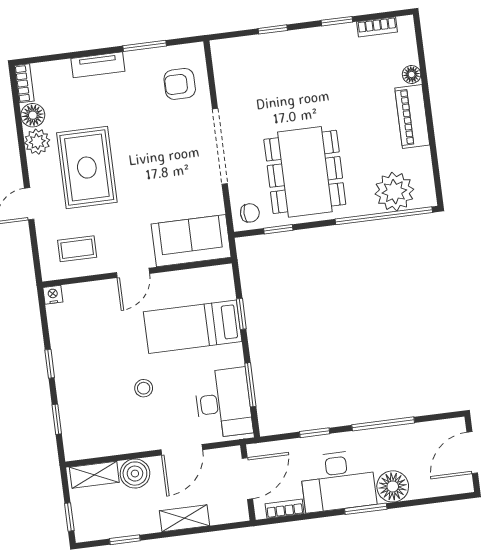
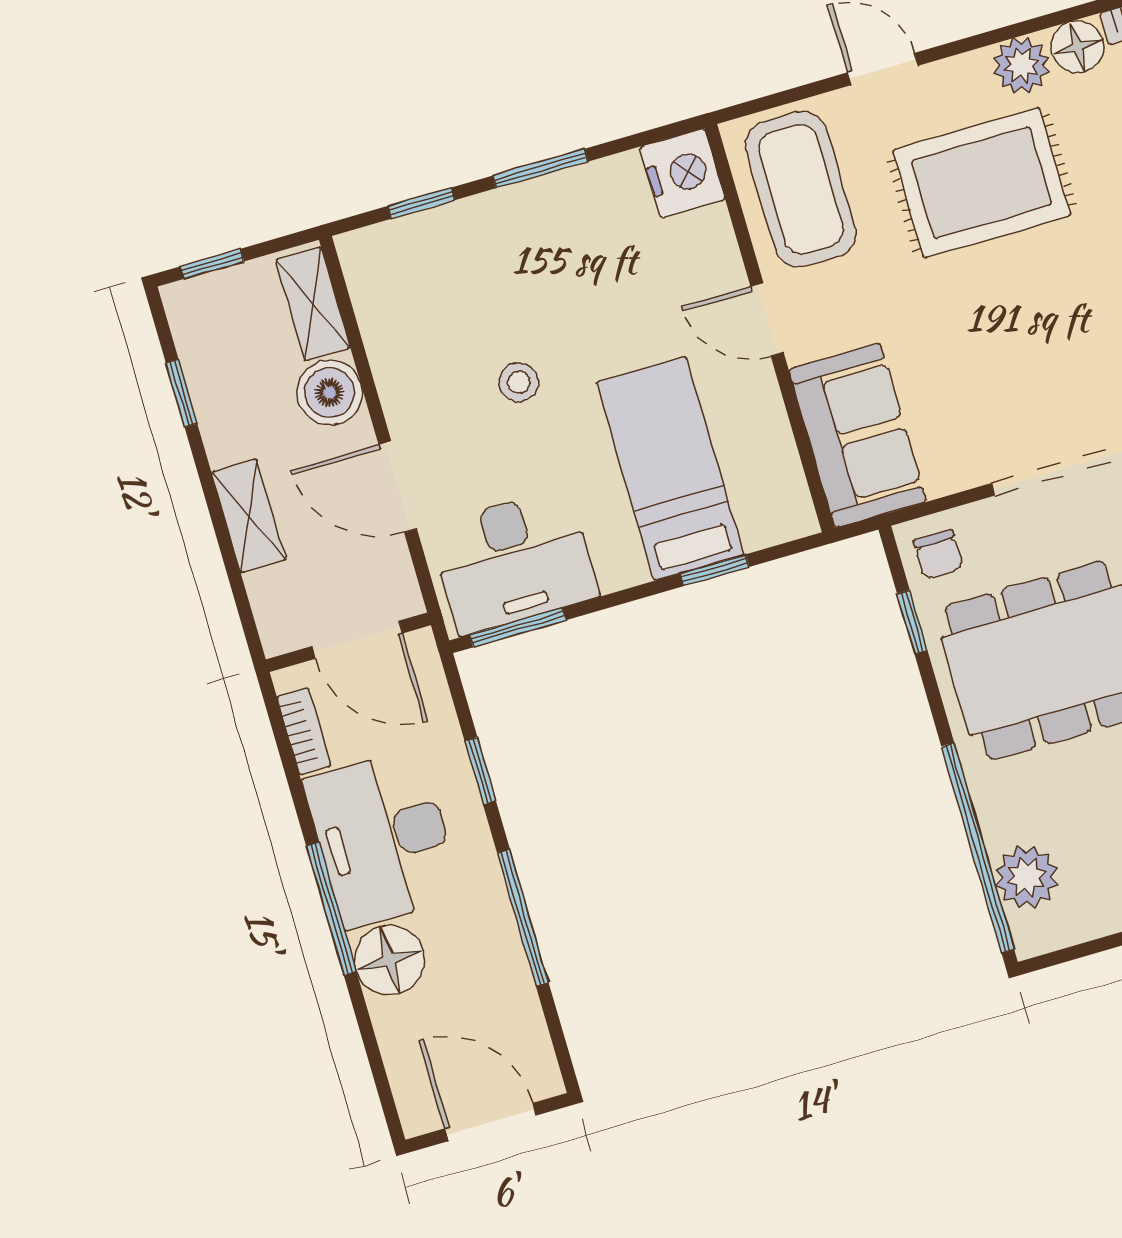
plant: (394, 192) -> (1026, 877), width x0.73, depth x0.73
coffee table: (77, 249) -> (801, 189), width x1.86, depth x1.72
nightstand: (53, 295) -> (683, 173), width x1.89, depth x1.79
window: (50, 364) -> (540, 169), width x1.50
window: (250, 385) -> (518, 627), moved
window: (366, 509) -> (331, 909), width x1.44

